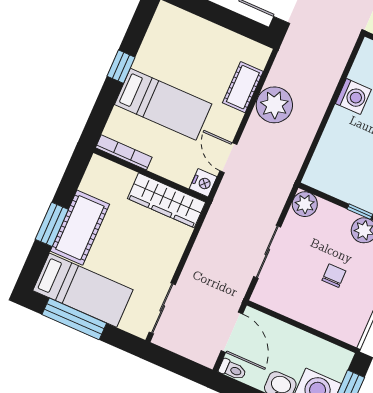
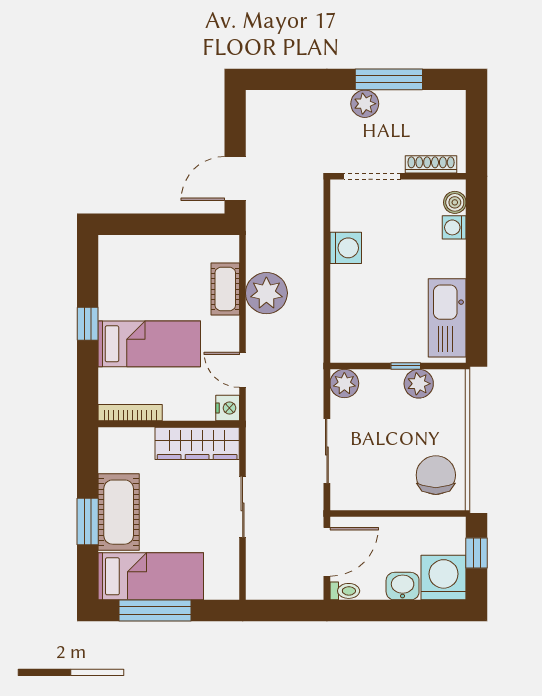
chair: (334, 276) -> (436, 475), moved, width x1.87, depth x1.87
sliding door: (162, 308) -> (243, 507), moved
door: (232, 332) -> (327, 552), hinge flipped

